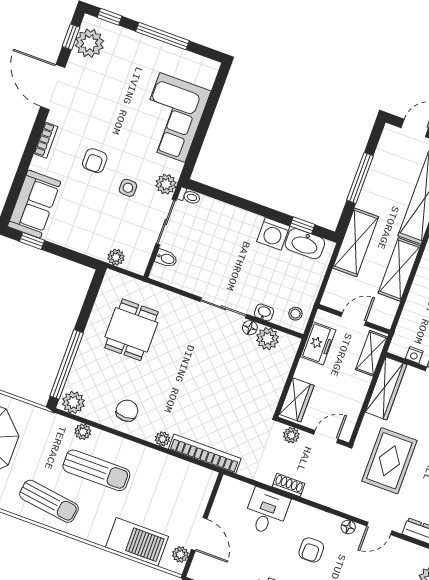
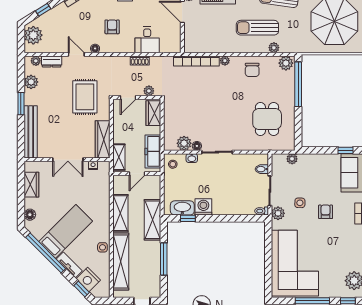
corner sofa: (172, 117) -> (295, 263), width x1.36, depth x1.36
freezer: (318, 343) -> (153, 151), width x1.40
door: (379, 528) -> (76, 54), hinge flipped

